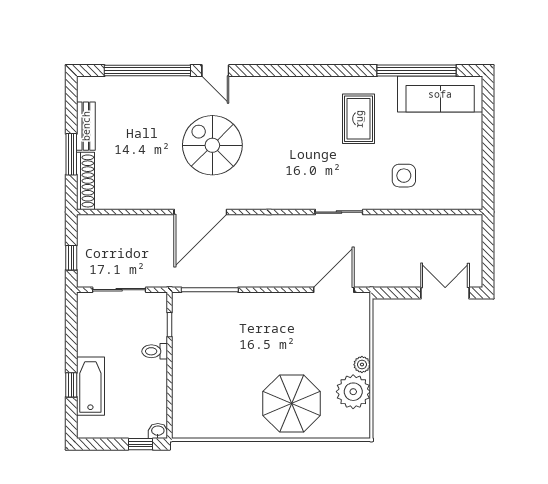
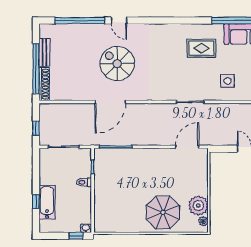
rug: (359, 119) -> (201, 48), turned 90
window: (71, 154) -> (36, 69), width x2.11
plant: (362, 365) -> (203, 221), moved

